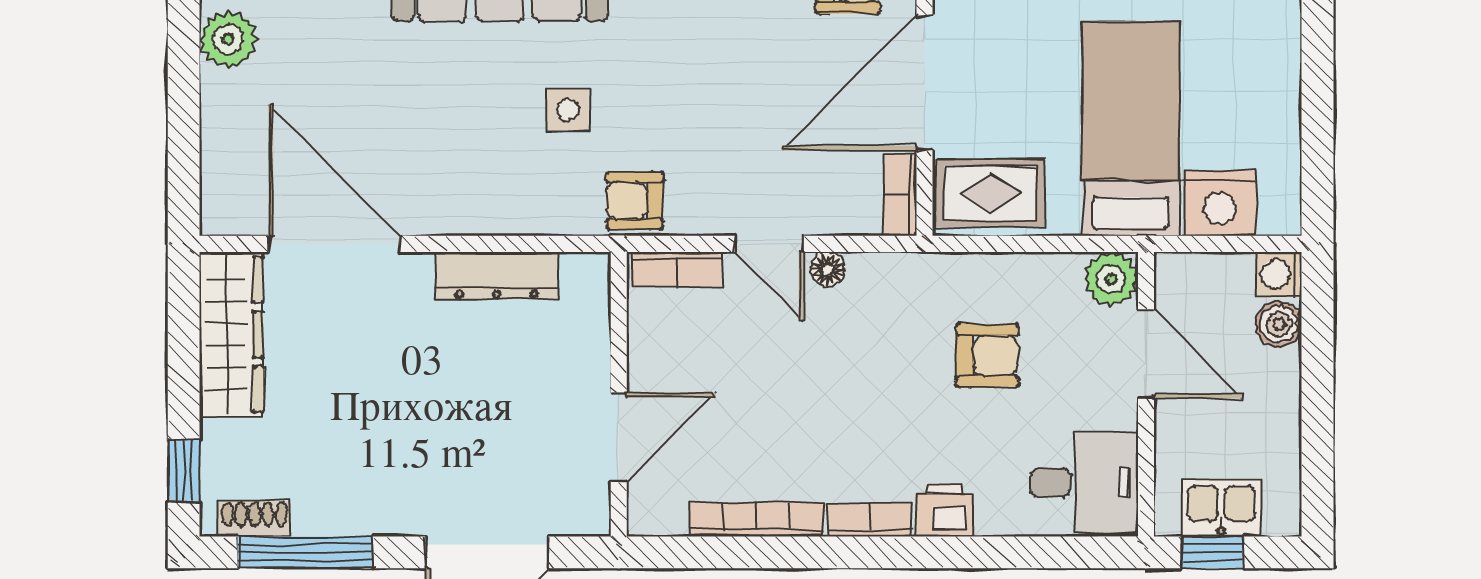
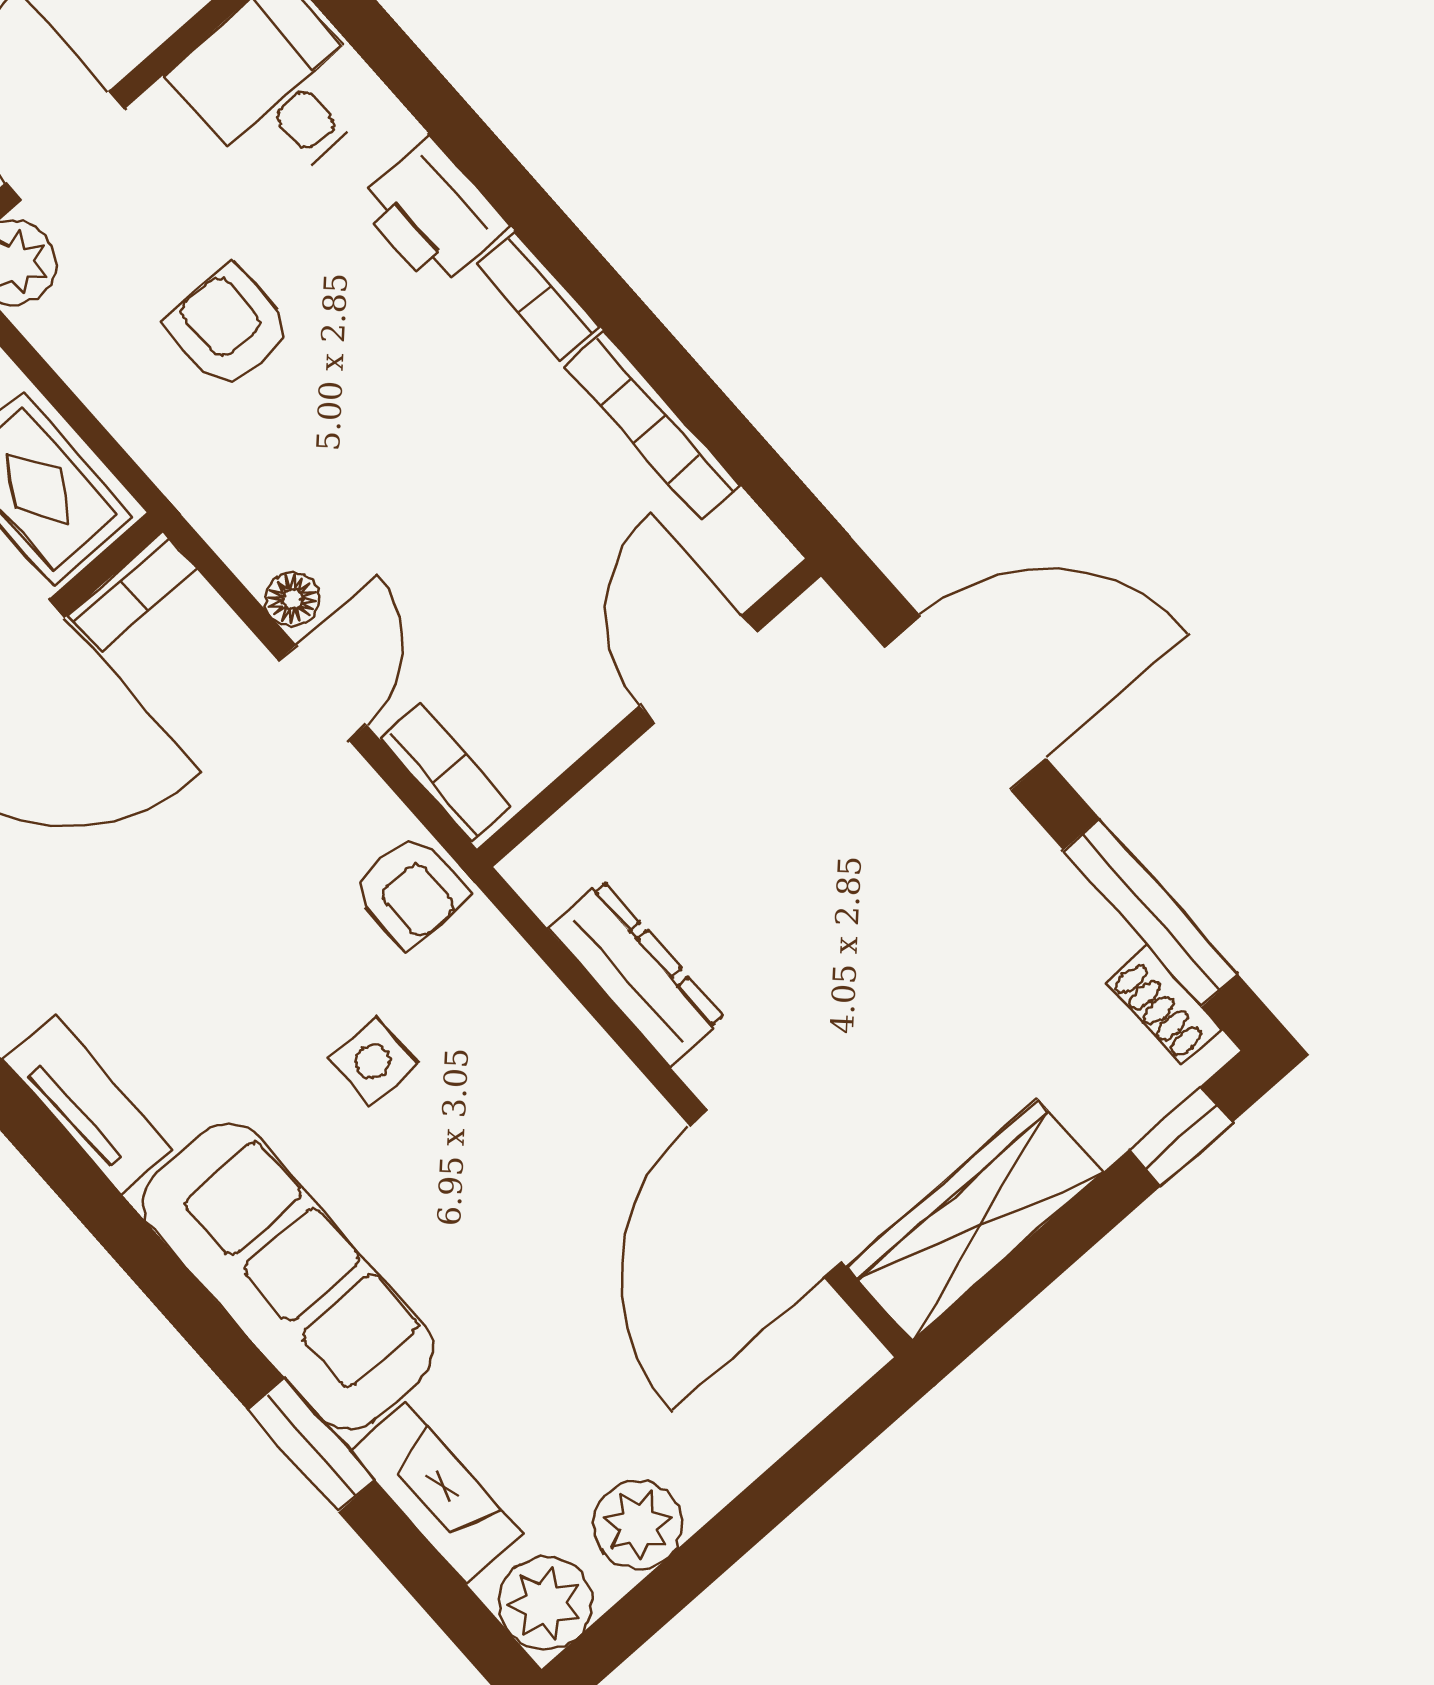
door: (619, 437) -> (698, 669), hinge flipped
printer: (944, 510) -> (432, 213), width x1.36, depth x1.24

